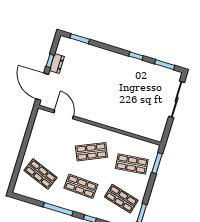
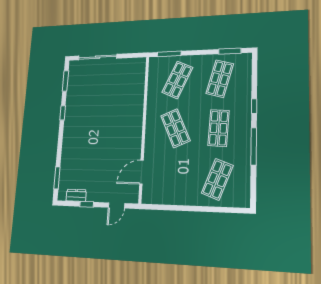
dresser: (57, 64) -> (76, 195), moved
door: (42, 87) -> (116, 205), width x0.53
shop shelf: (132, 164) -> (177, 80), turned 30

